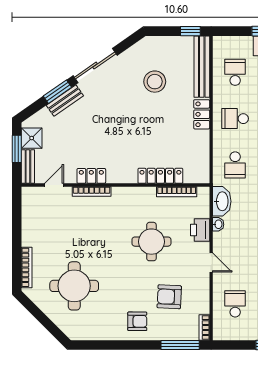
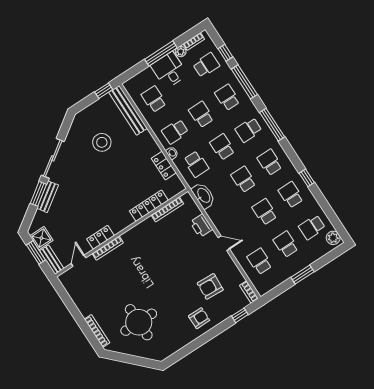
locker: (202, 114) -> (164, 166), moved
washbasin: (218, 224) -> (172, 153), moved
round table: (151, 242) -> (173, 256), removed
window: (180, 345) -> (240, 315), width x0.46

